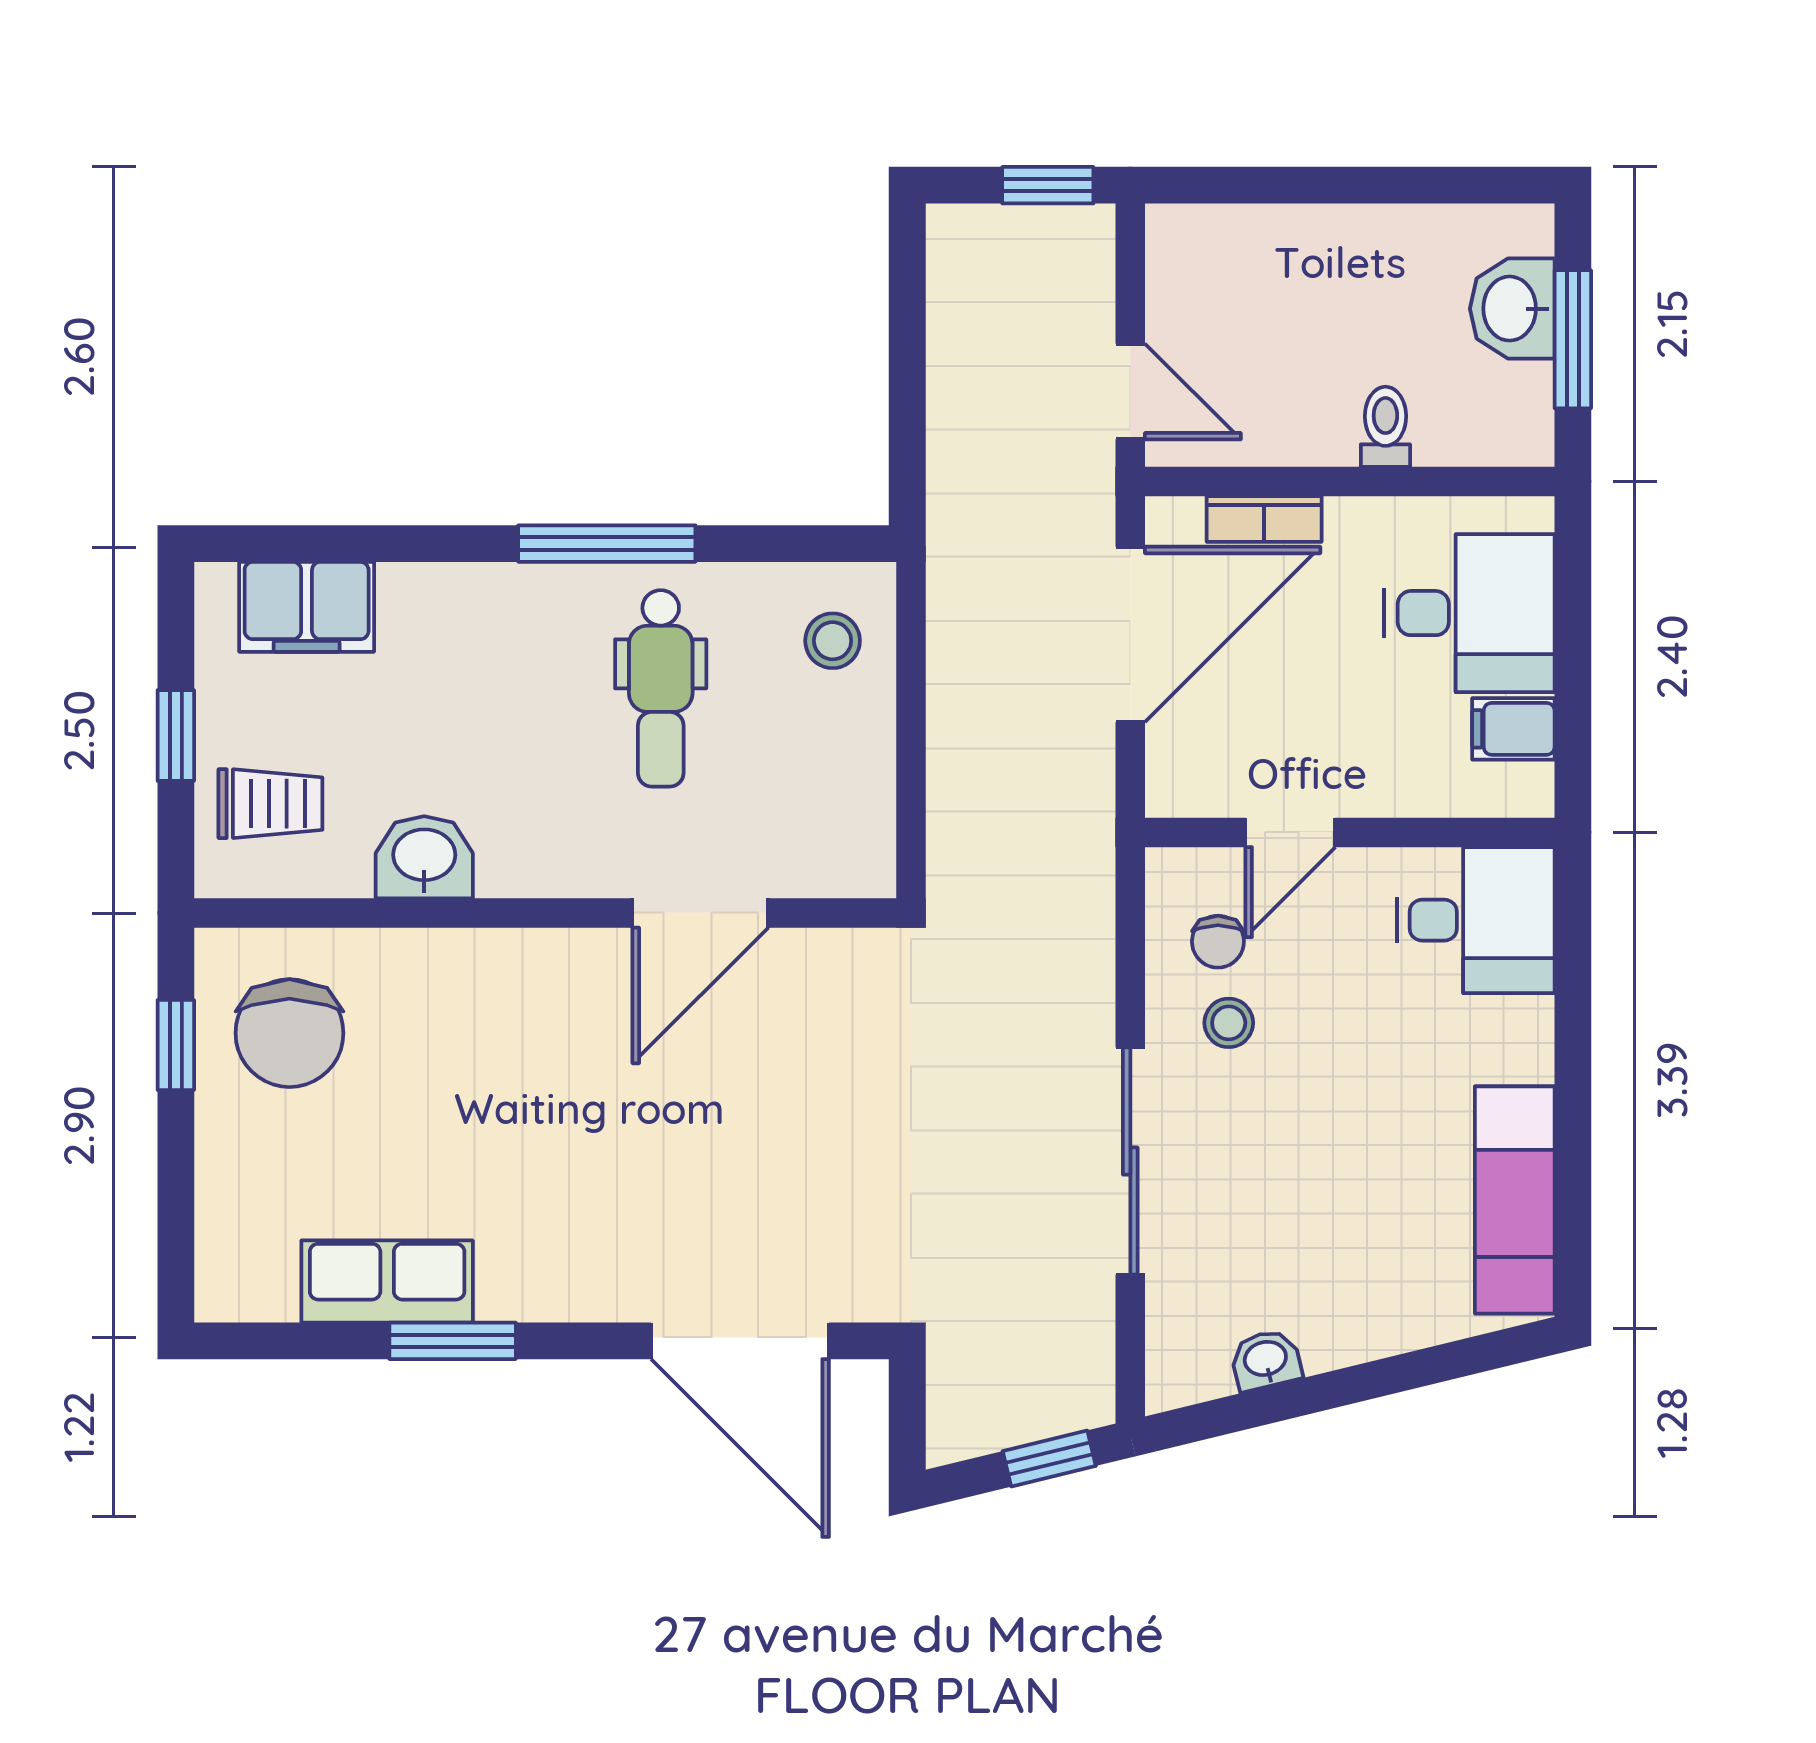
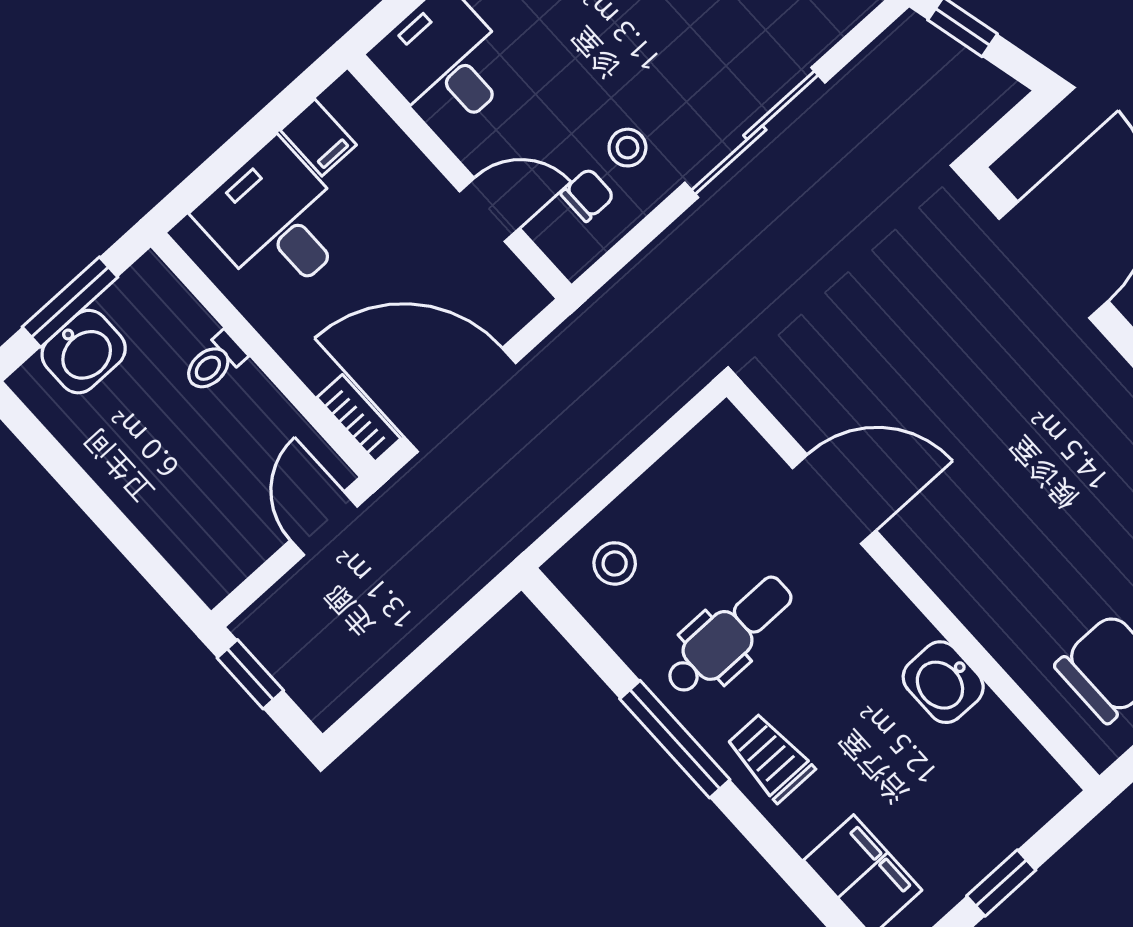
bookcase: (1264, 519) -> (359, 418), moved
trolley: (270, 804) -> (770, 757), moved

